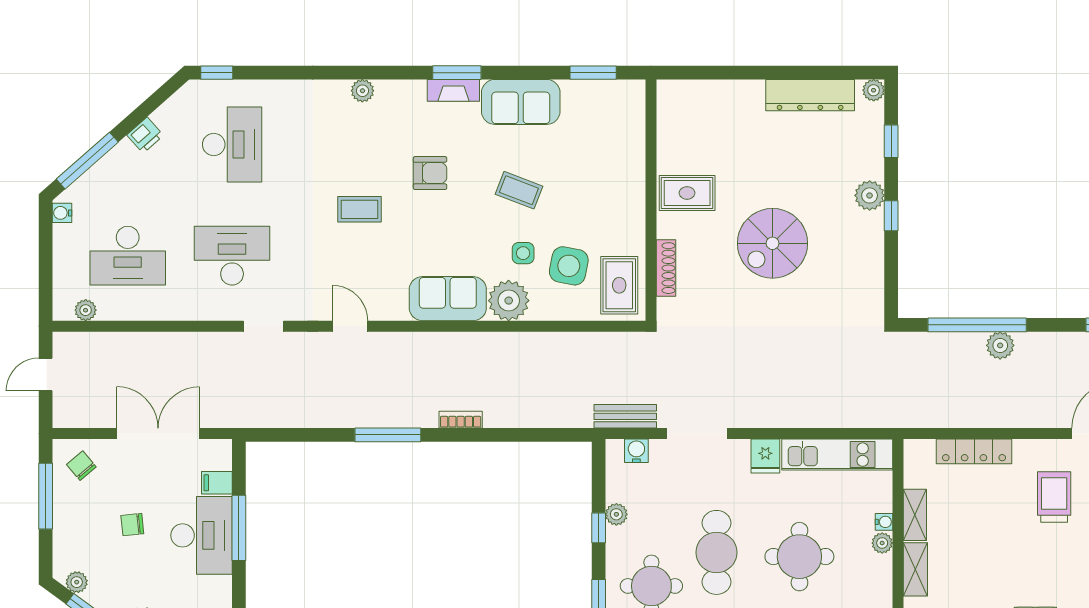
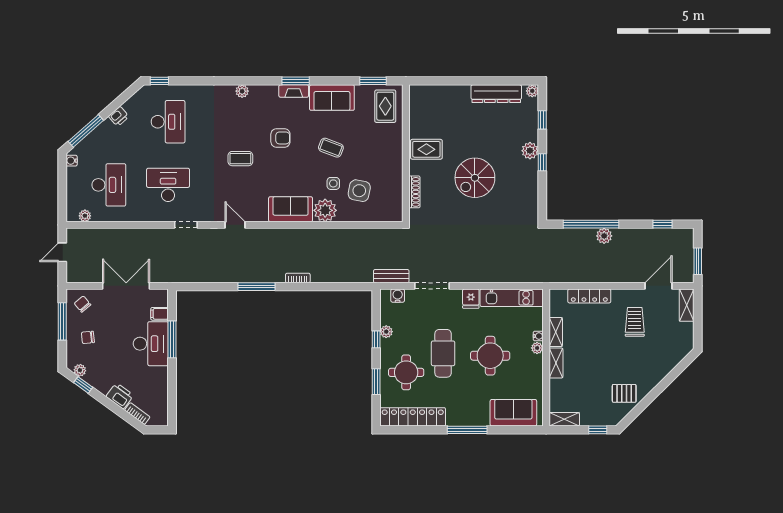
desk: (128, 256) -> (109, 185), turned -90
rug: (619, 285) -> (385, 106), moved
chair: (132, 525) -> (88, 337), moved

